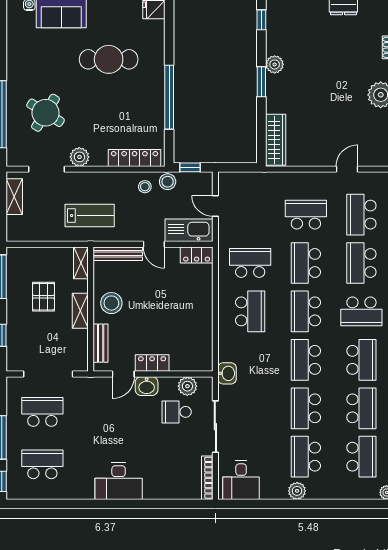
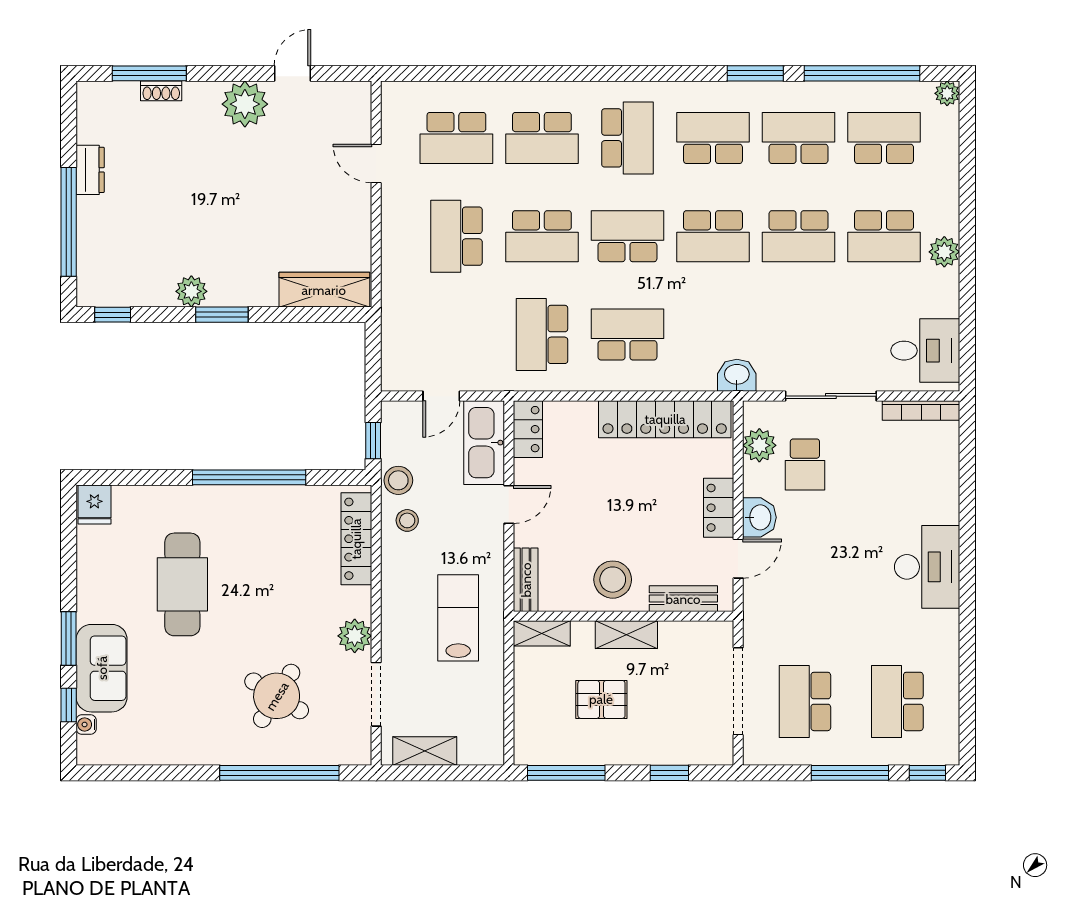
bench: (118, 254) -> (526, 580), width x0.73
school desk: (306, 311) -> (627, 236), turned 180
locker: (202, 332) -> (665, 419), added
door: (123, 374) -> (738, 559), hinge flipped

